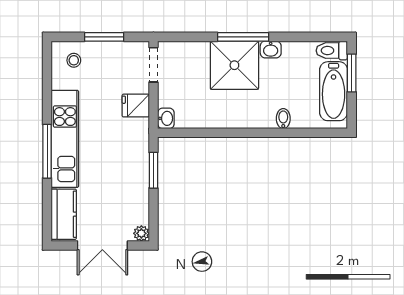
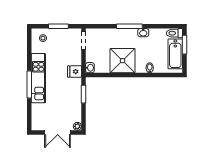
shower: (234, 65) -> (123, 61), moved
fridge: (136, 106) -> (75, 72), moved
kitchen counter: (64, 214) -> (38, 117), removed

